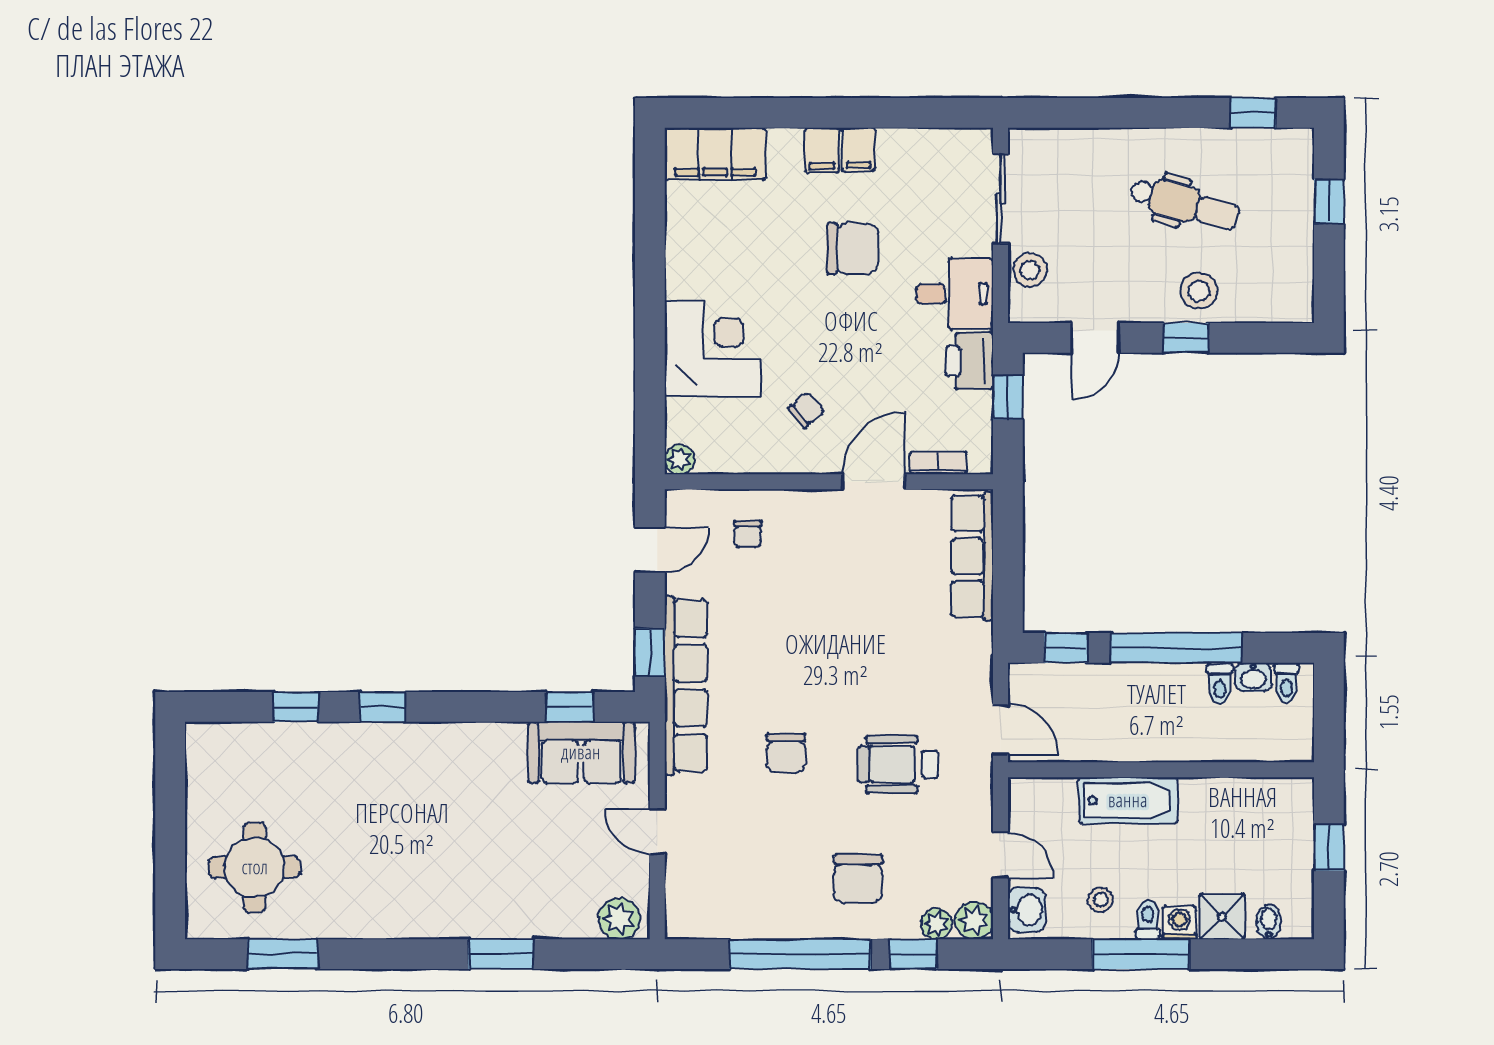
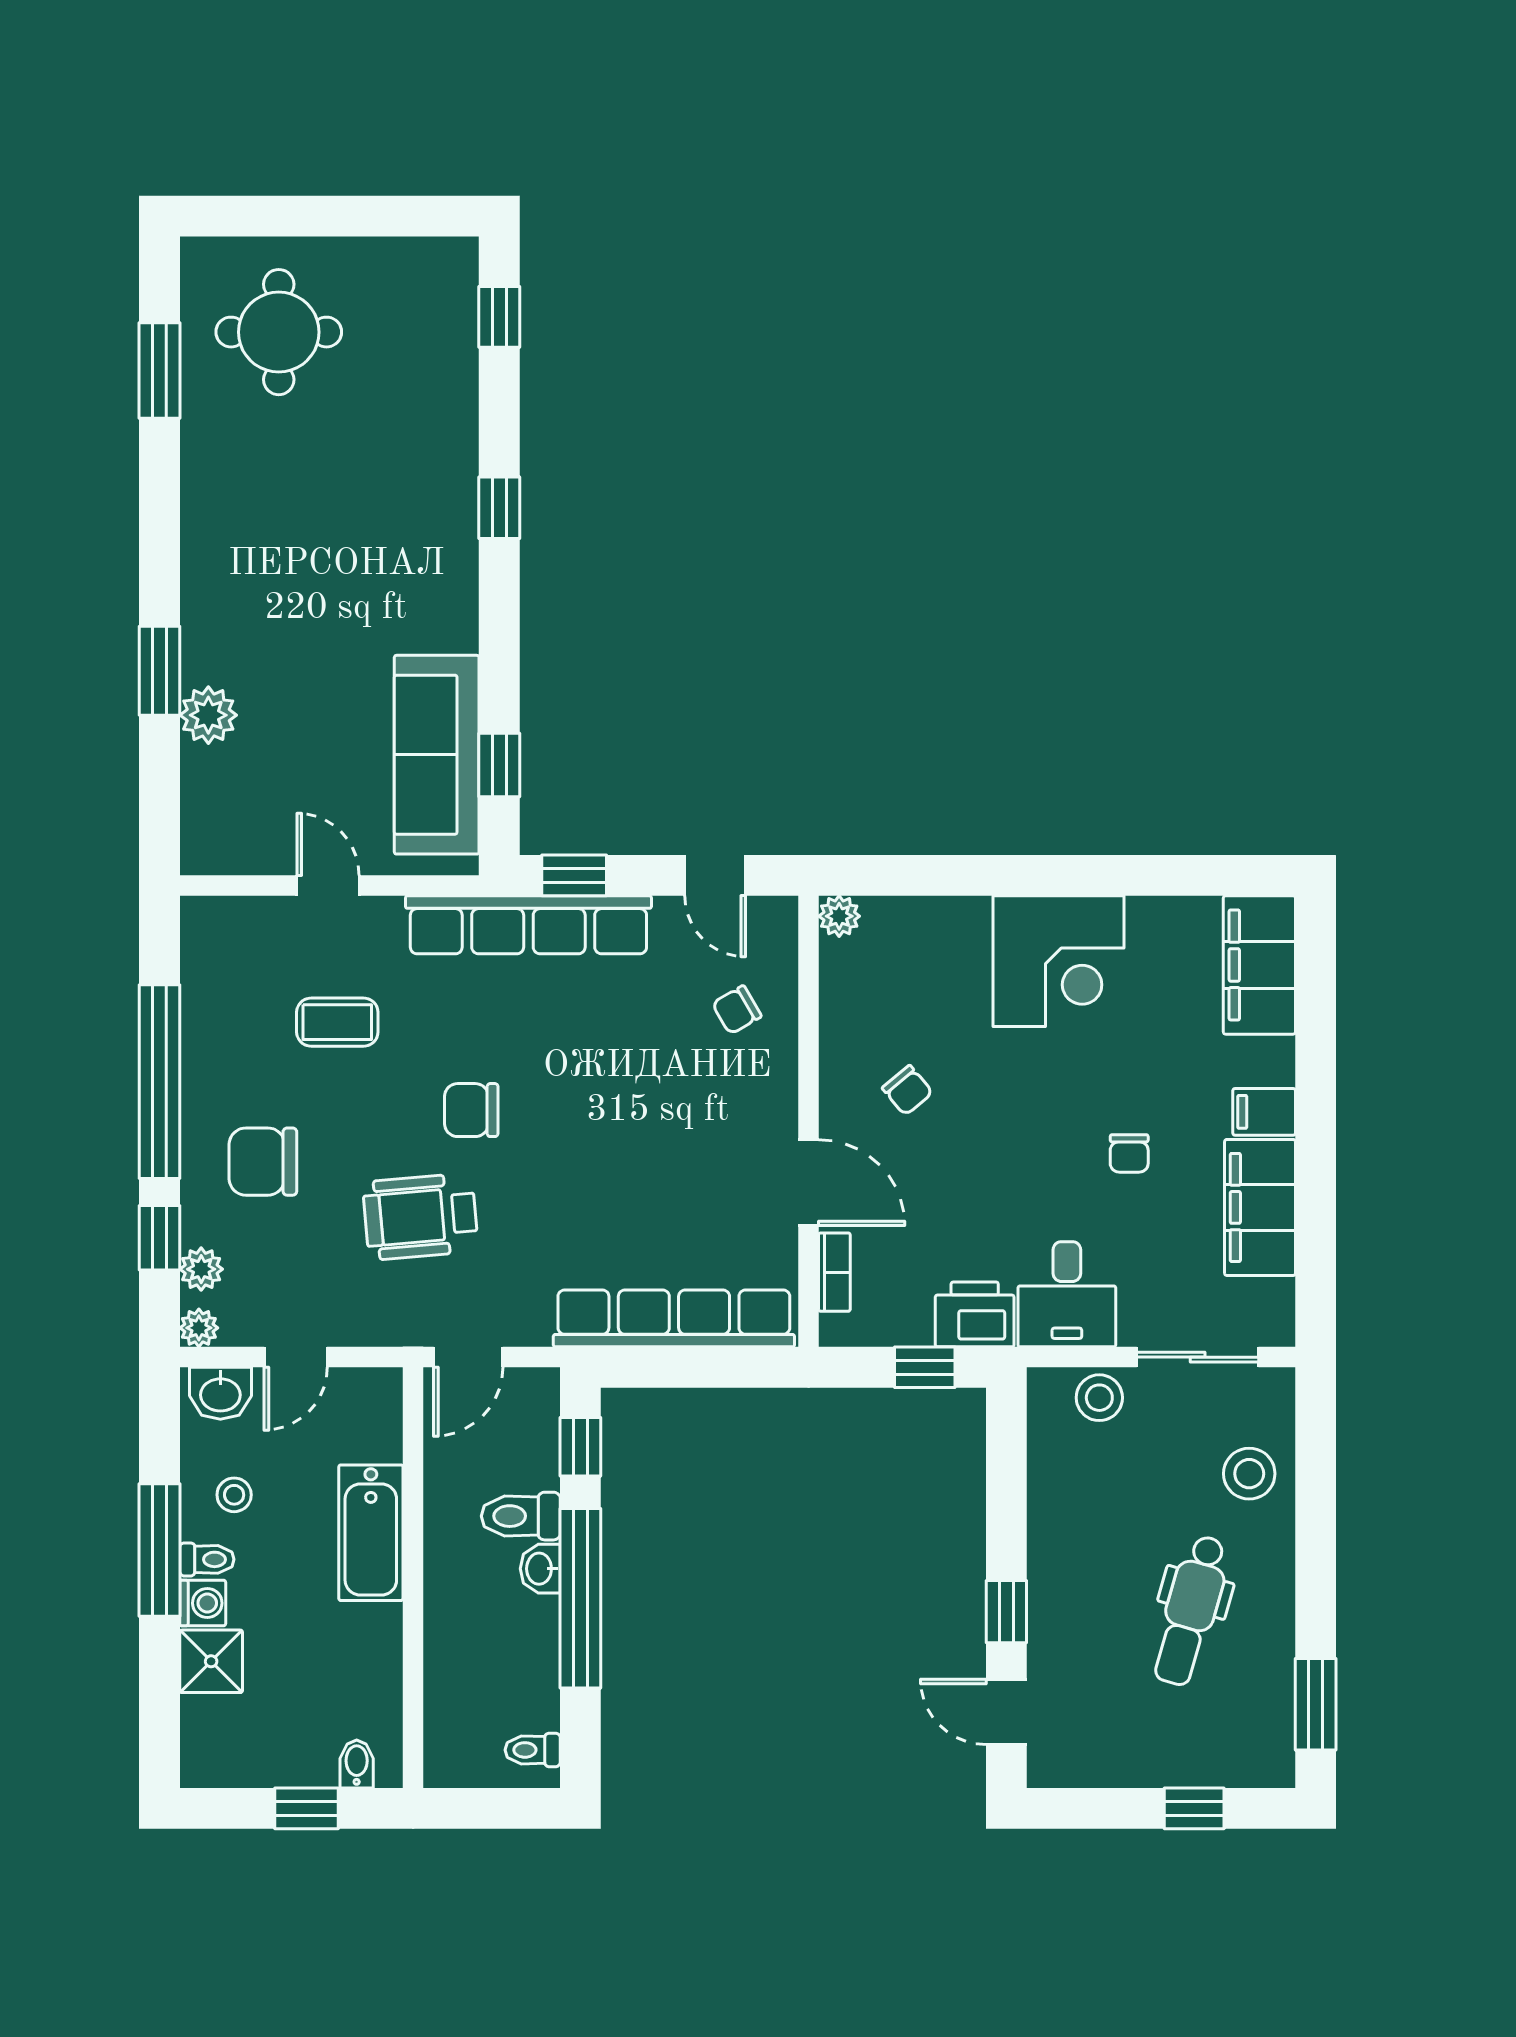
window: (1253, 113) -> (1316, 1704), width x1.50
filing cabinet: (859, 150) -> (1260, 1207), width x3.00, depth x1.17
chair: (852, 248) -> (1129, 1153), width x0.54, depth x0.54
stool: (1199, 291) -> (1249, 1474), moved
door: (1095, 338) -> (1006, 1712), moved
corner desk: (712, 349) -> (1059, 961), moved
chair: (748, 534) -> (737, 1010), turned -30
row of seats: (972, 556) -> (674, 1318), width x1.36
washbasin: (1253, 677) -> (540, 1569), moved
toilet: (1220, 683) -> (521, 1516), moved, width x1.37, depth x1.39
window: (296, 707) -> (499, 317), moved
sofa: (581, 752) -> (437, 755), width x1.36
chair: (786, 753) -> (471, 1110), moved
wheelchair: (898, 764) -> (420, 1217), turned -95
coffee table: (757, 825) -> (337, 1022), added
door: (657, 832) -> (328, 886), hinge flipped
plant: (619, 919) -> (208, 715), moved
plant: (974, 920) -> (199, 1328), width x0.73, depth x0.73
bidet: (1269, 922) -> (357, 1764), moved, turned -90

